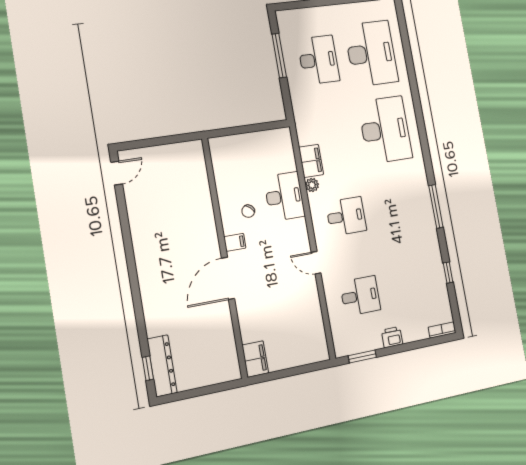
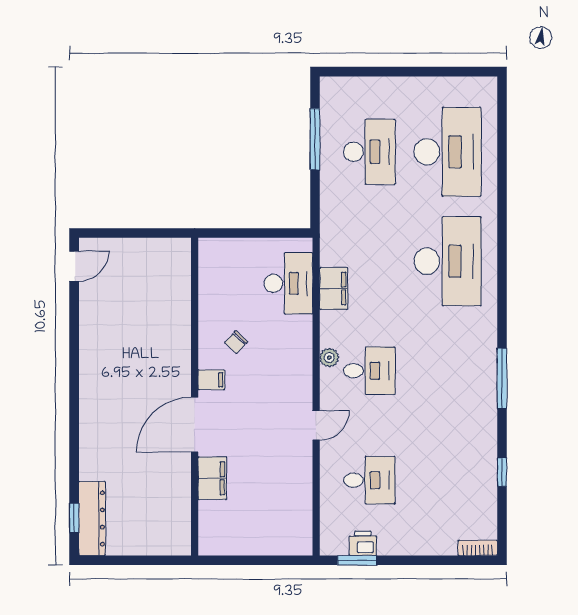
plant: (312, 185) -> (329, 358), moved
desk: (284, 196) -> (288, 283), moved
door: (316, 263) -> (316, 425), swing flipped
printer: (392, 337) -> (363, 543), moved
filing cabinet: (255, 359) -> (212, 478), moved

